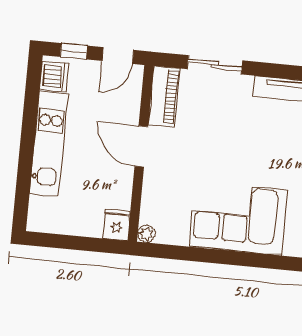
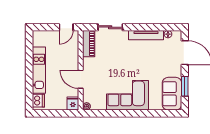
window: (74, 51) -> (46, 27), removed
dishwasher: (54, 76) -> (38, 101), moved
door: (141, 146) -> (81, 79), moved

